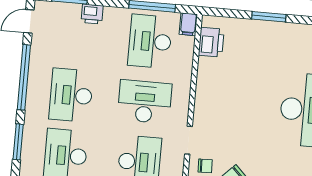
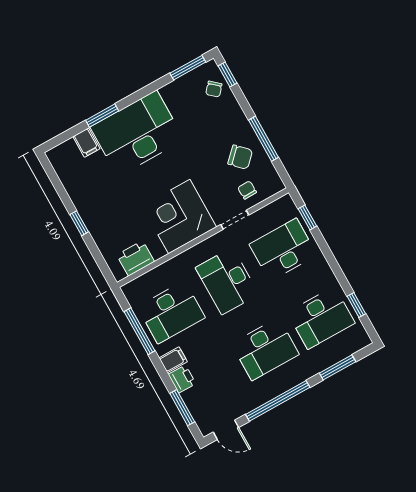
window: (269, 17) -> (79, 223), width x0.67
filing cabinet: (188, 24) -> (173, 360), moved
corner desk: (221, 99) -> (179, 217), added

